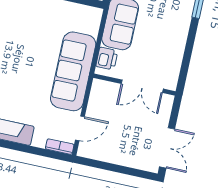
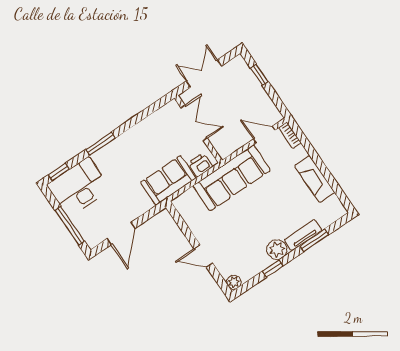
double door: (167, 148) -> (204, 74), moved
window: (127, 171) -> (259, 75), added

